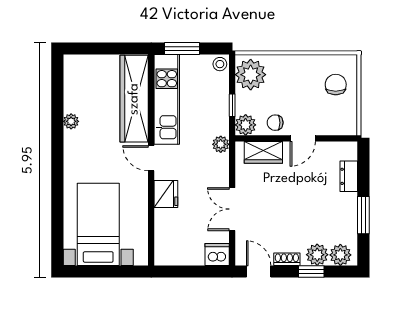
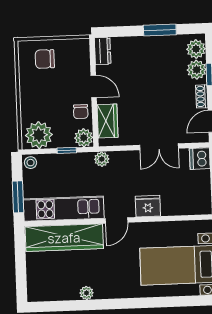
dresser: (349, 176) -> (103, 51), moved, turned -90

